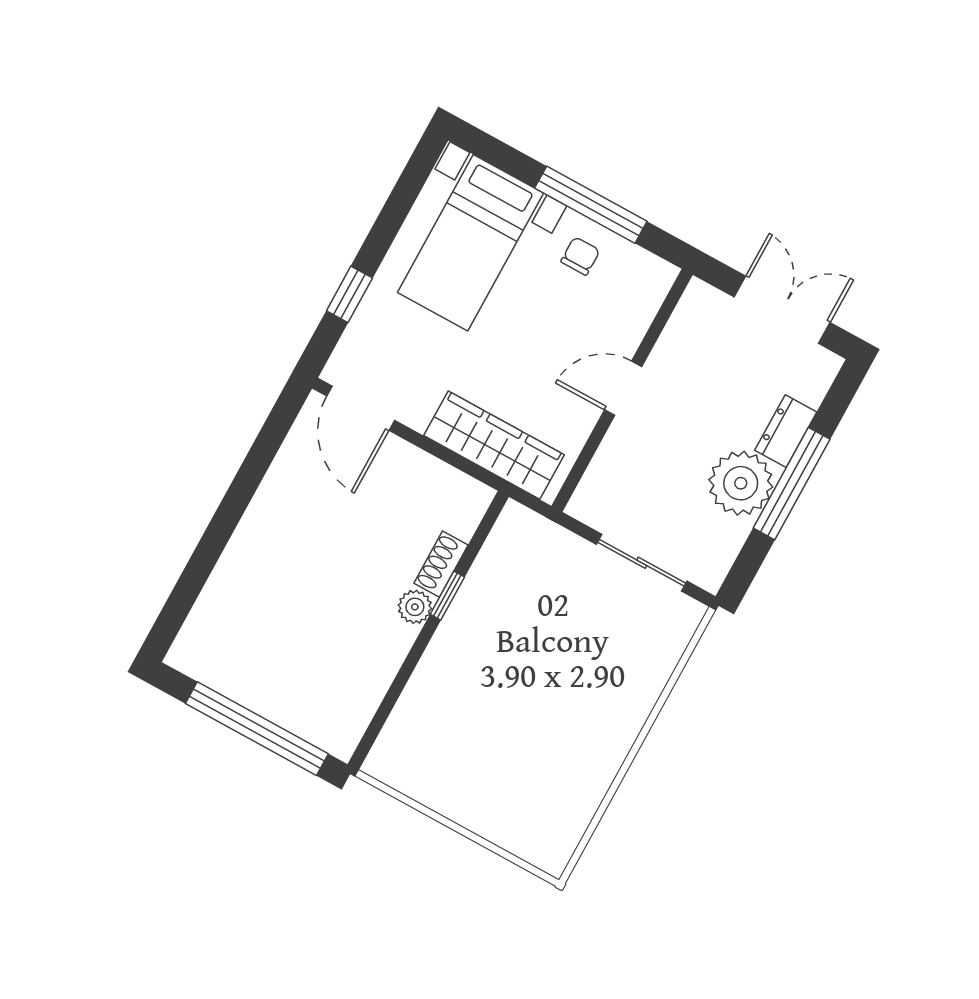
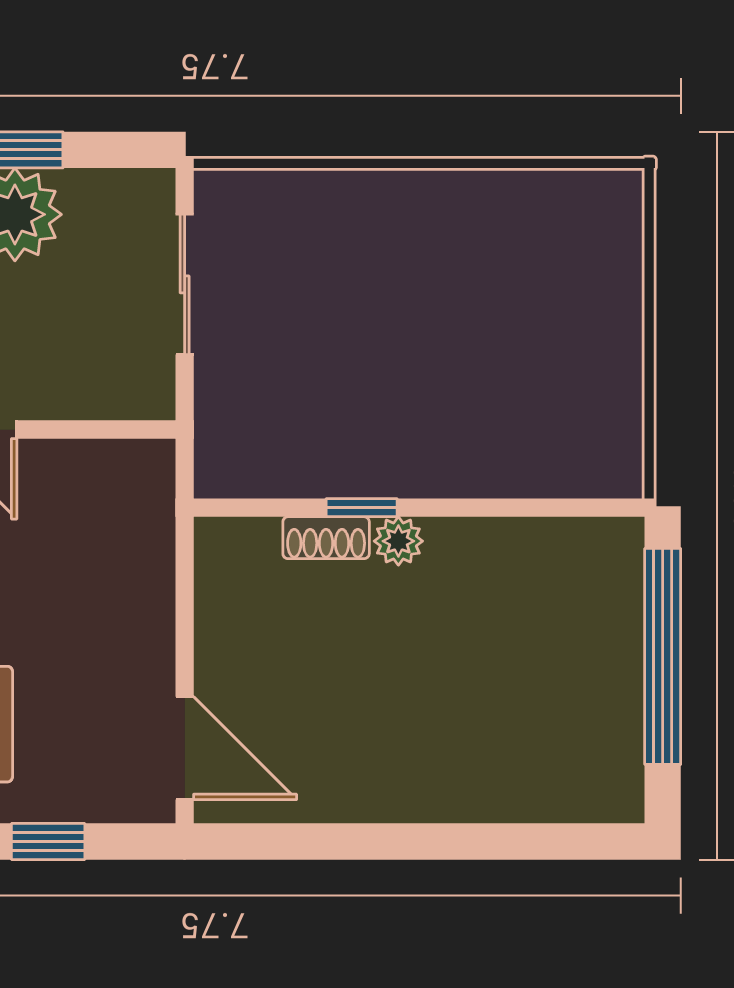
door: (361, 408) -> (185, 748), hinge flipped
wardrobe: (494, 445) -> (139, 553), removed

